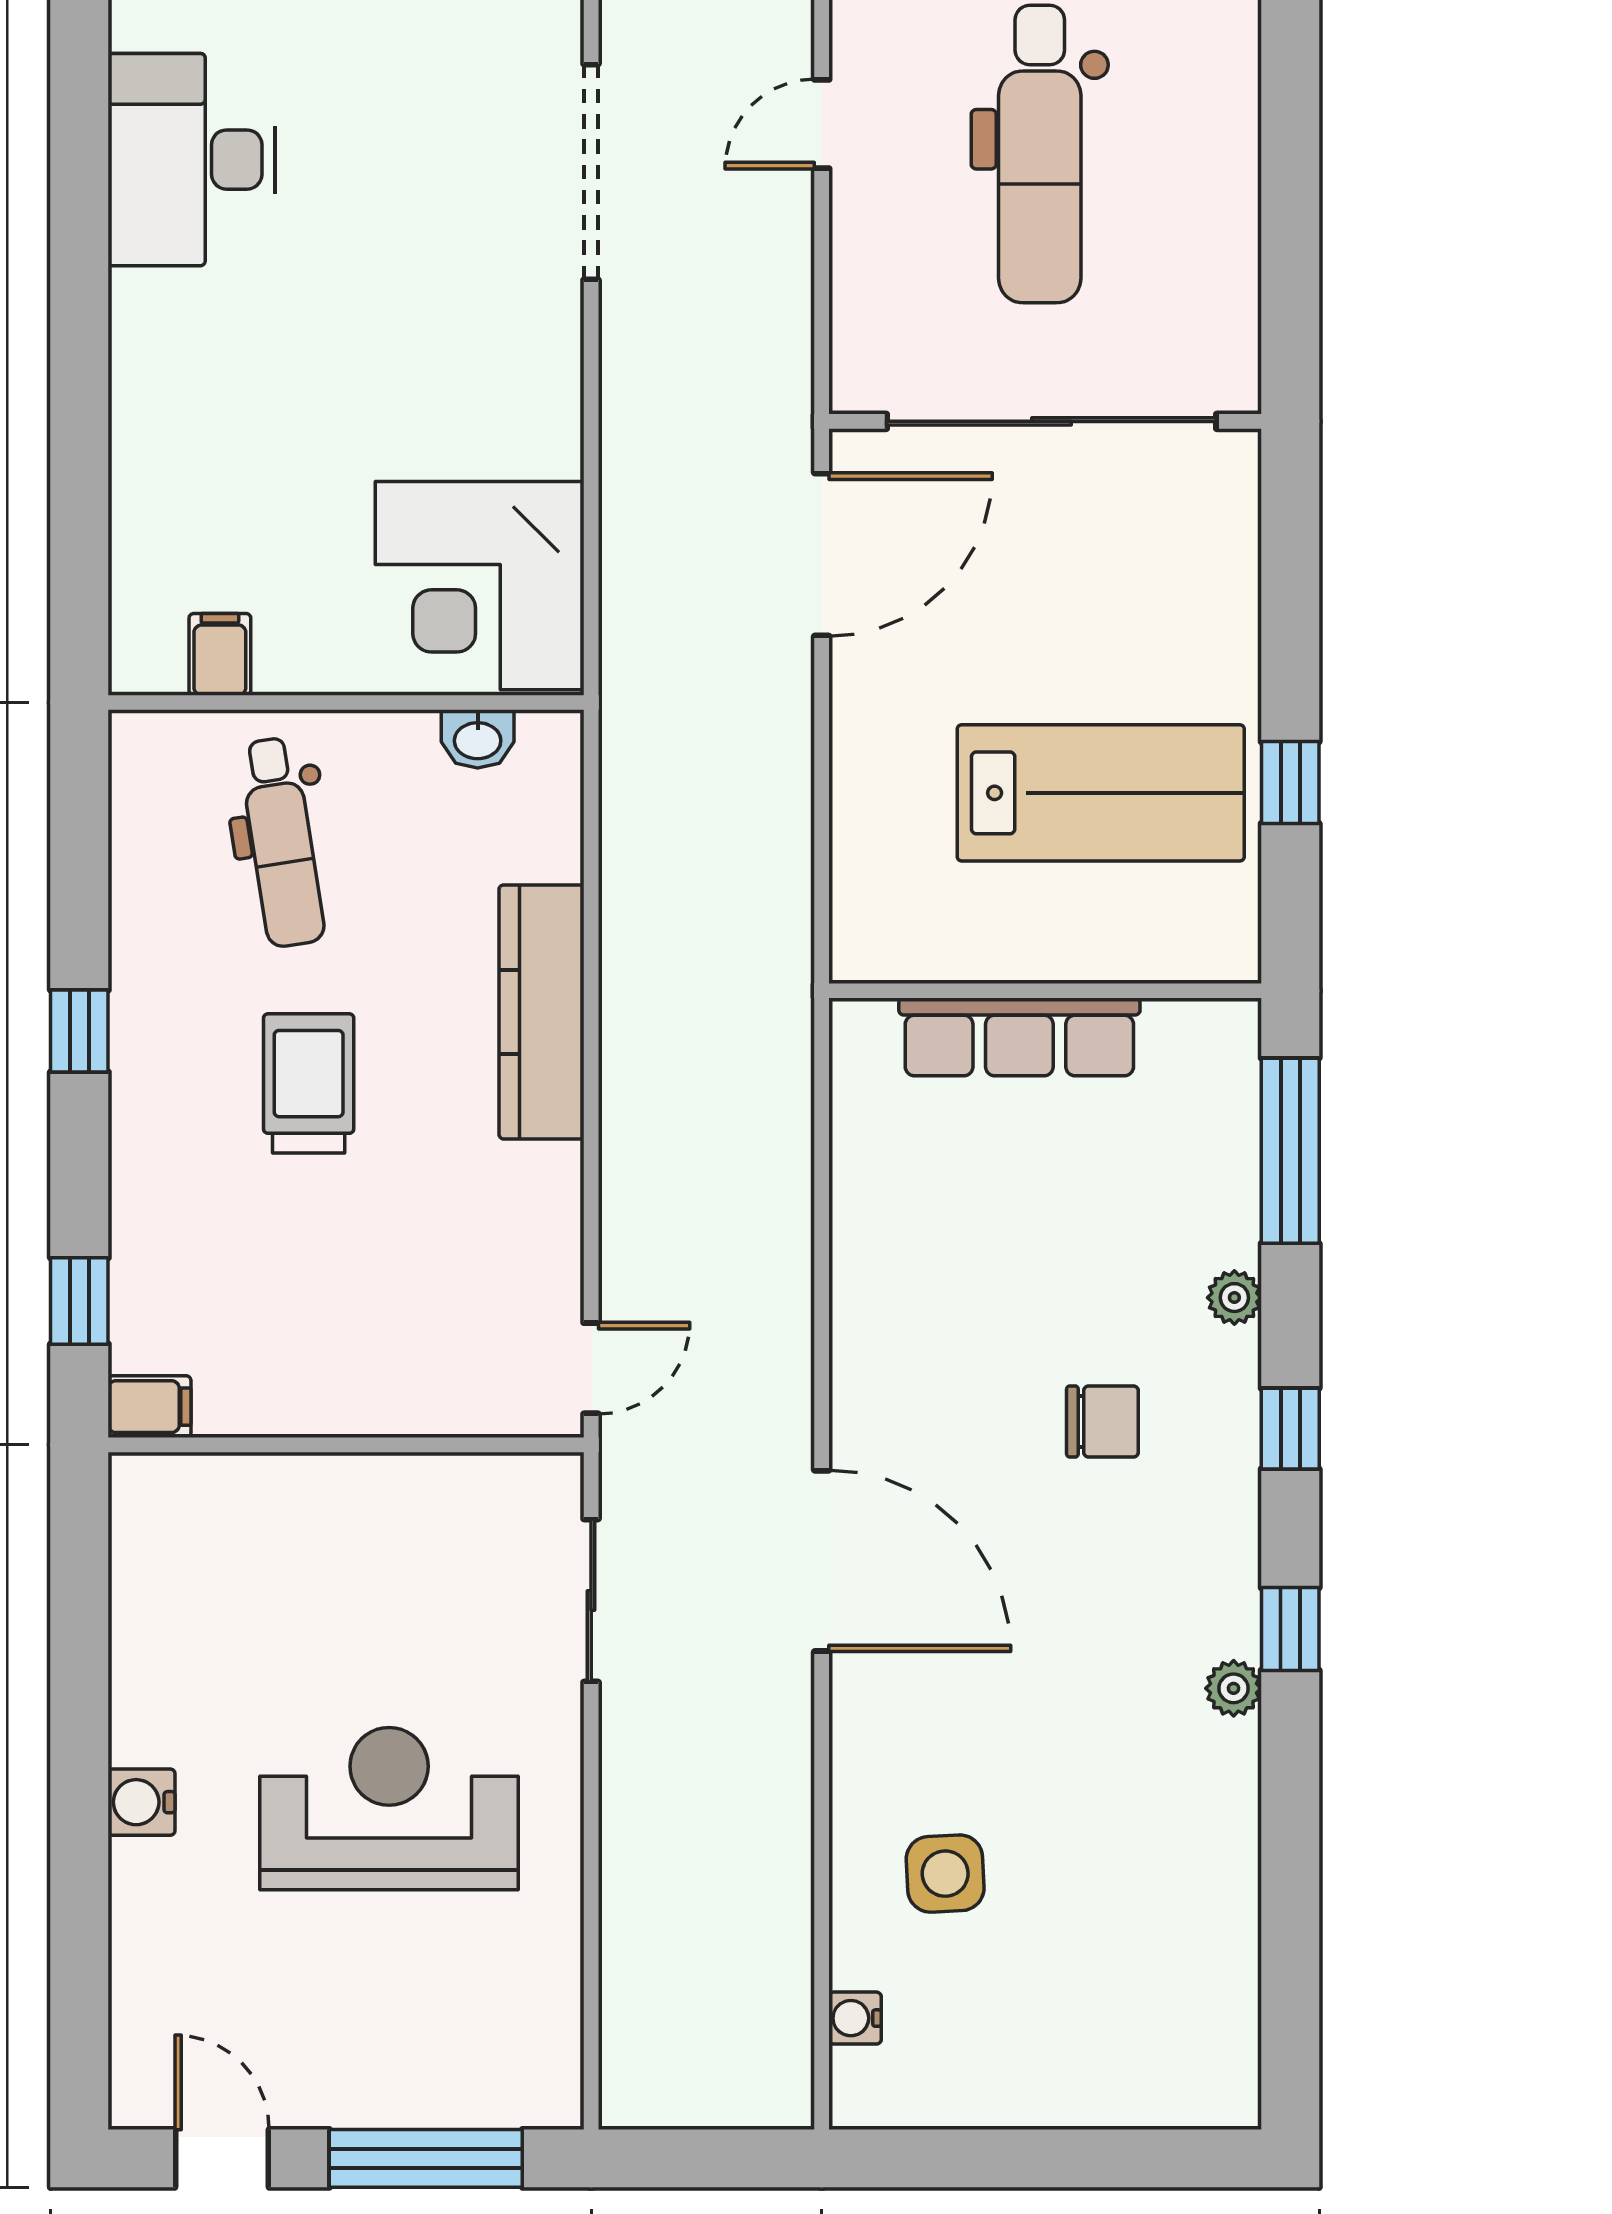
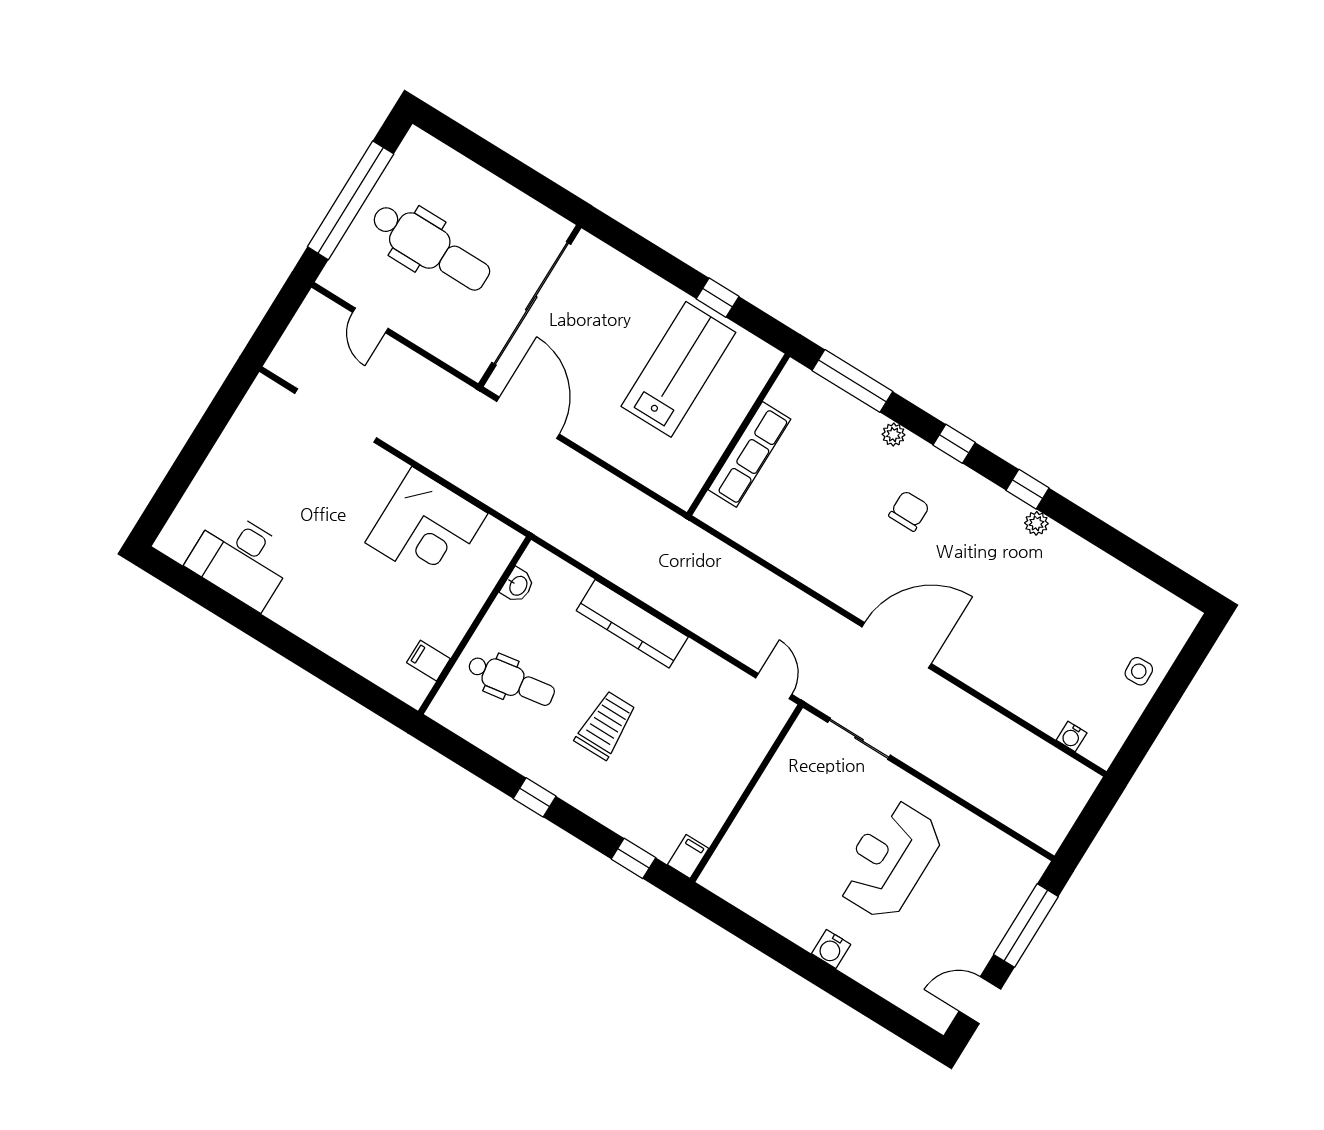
corner desk: (480, 586) -> (426, 528), moved
trolley: (309, 1083) -> (606, 725), turned 90
side table: (945, 1874) -> (1139, 671), moved, width x0.73, depth x0.73

